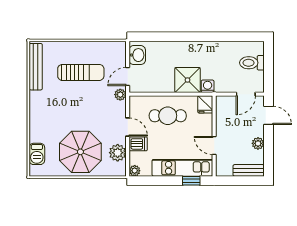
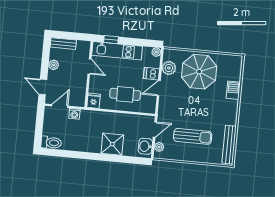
toilet: (252, 63) -> (51, 143), moved
sun lounger: (81, 72) -> (193, 136), turned 180
shower: (187, 80) -> (112, 144), moved
washing machine: (208, 86) -> (74, 114), moved
plant: (120, 95) -> (159, 147), moved
door: (128, 127) -> (159, 88), hinge flipped
barbecue: (37, 154) -> (233, 90), moved

